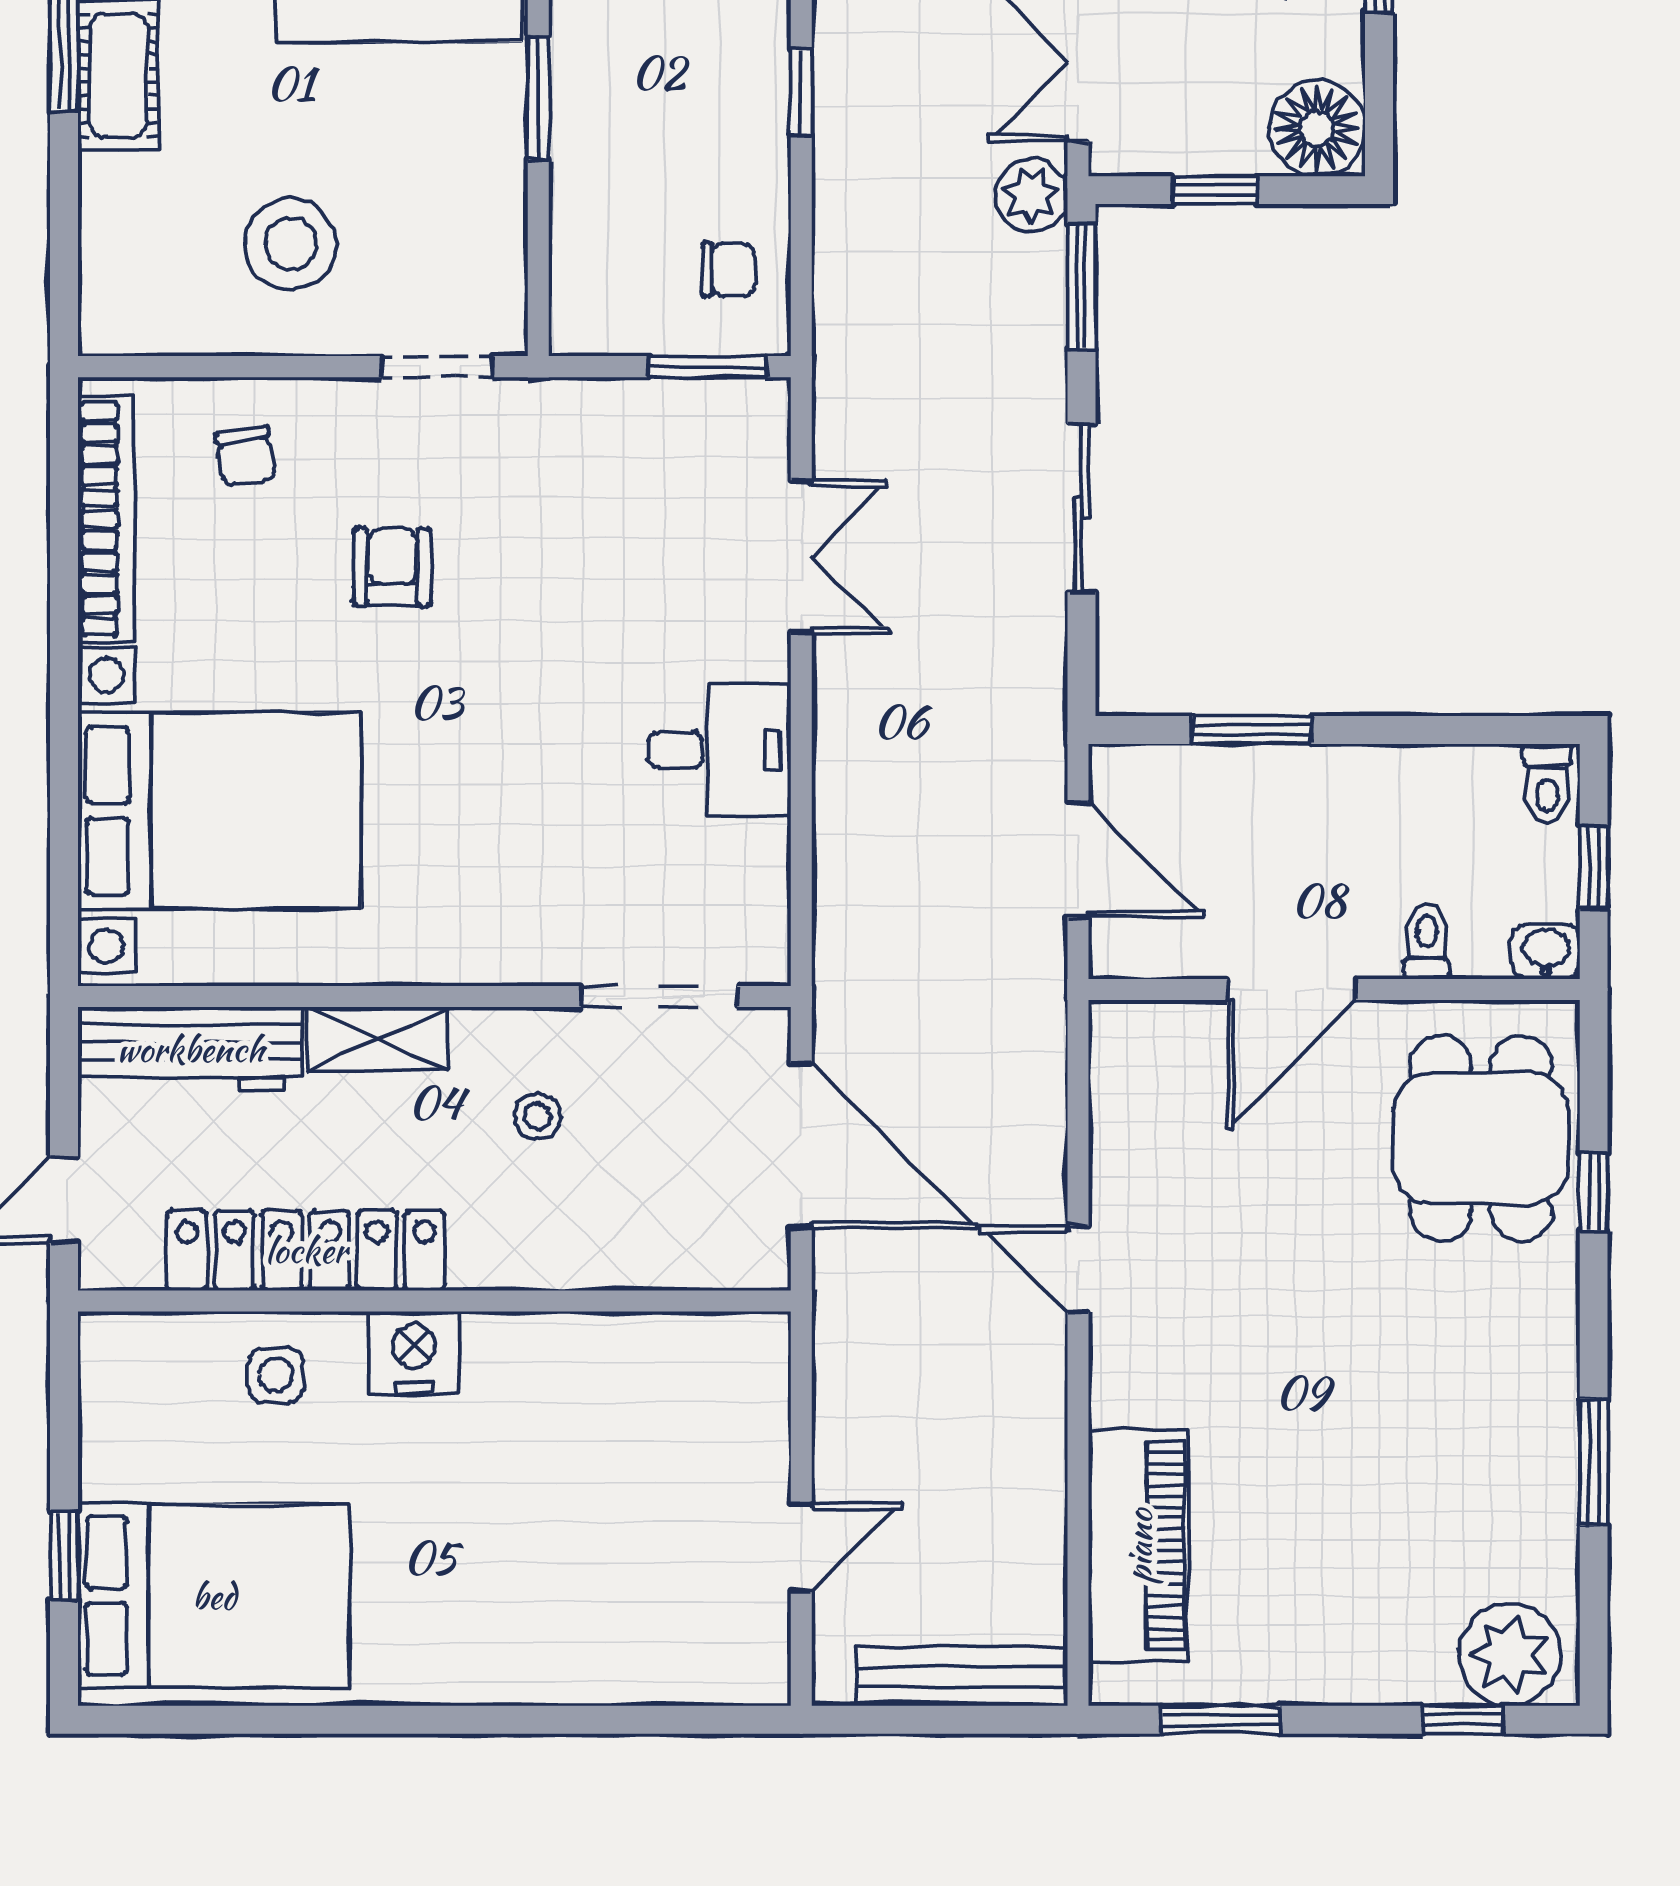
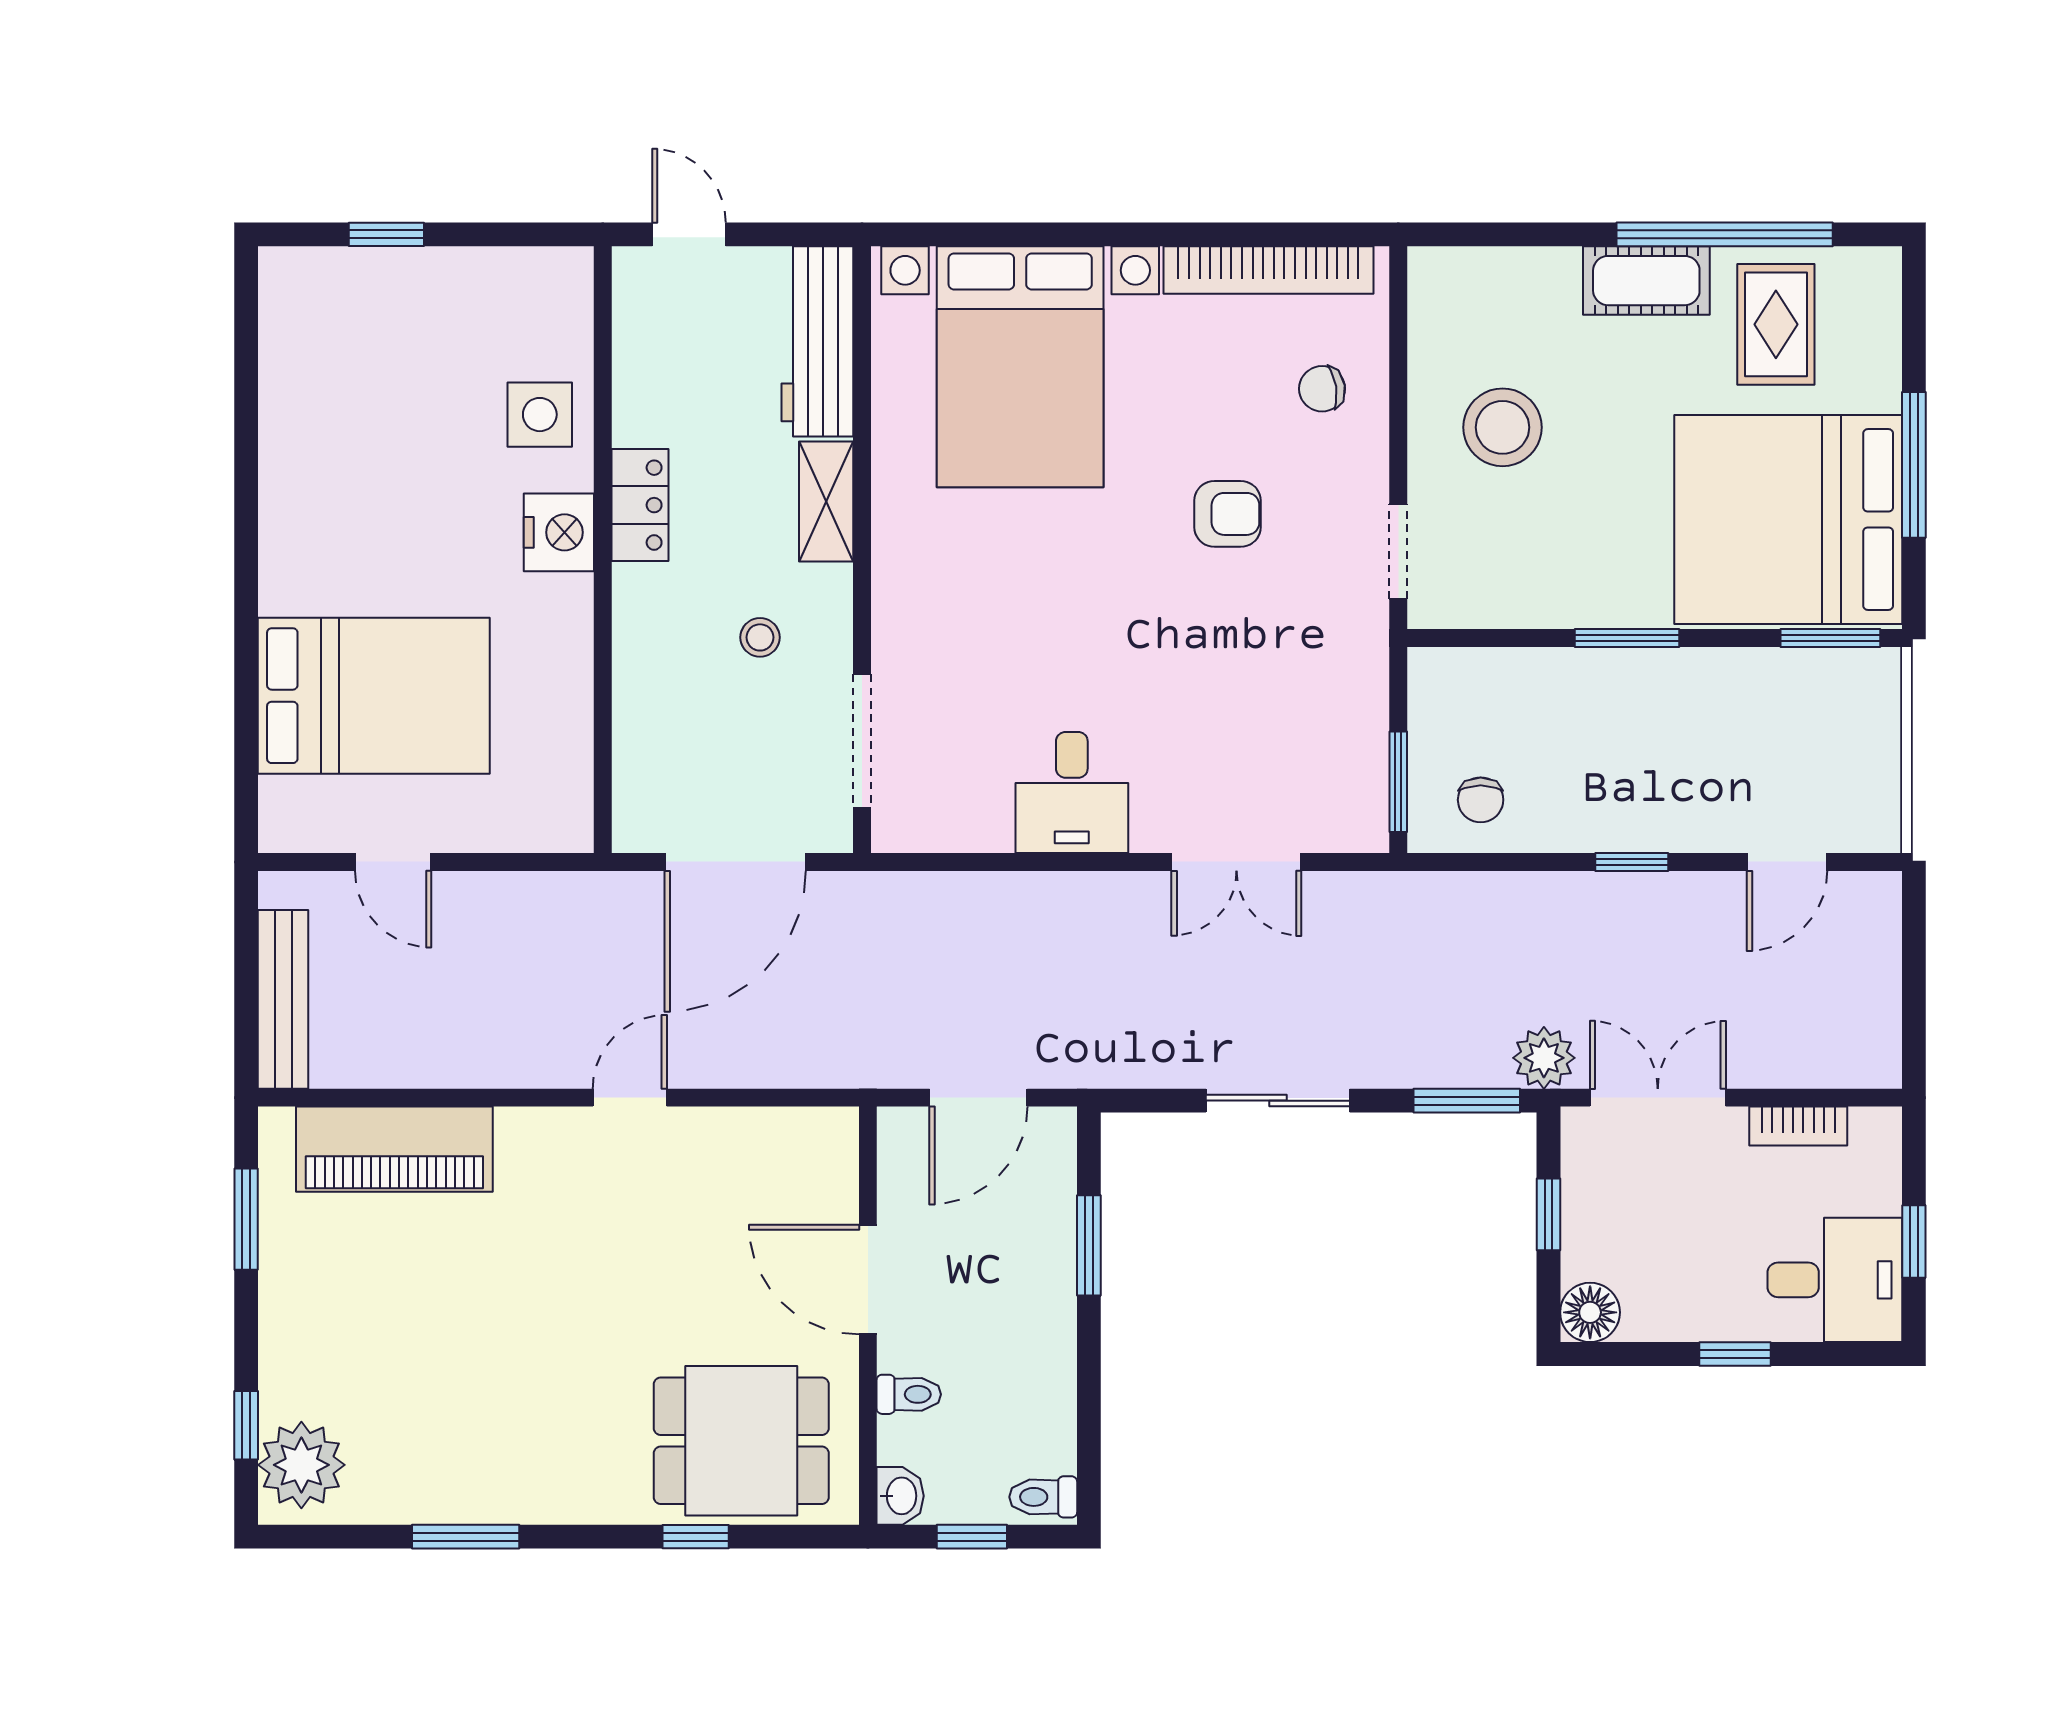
floor lamp: (1317, 128) -> (1590, 1312), width x0.73, depth x0.73
locker: (306, 1250) -> (640, 505), width x0.46, depth x0.83
side table: (276, 1375) -> (540, 415), width x1.37, depth x1.37
bed: (214, 1596) -> (374, 696), moved, turned -90

